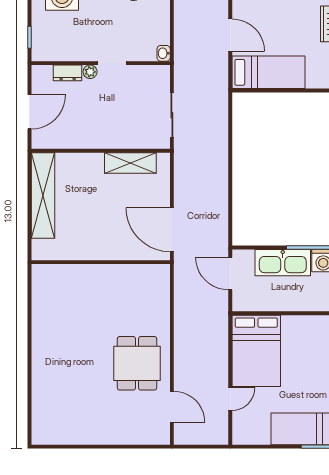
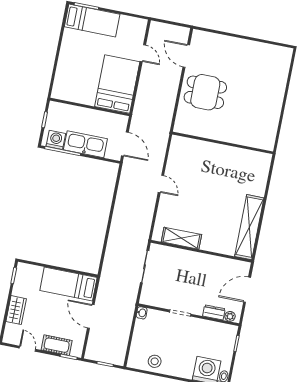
plant: (90, 72) -> (230, 316), moved
door: (172, 230) -> (161, 184), width x0.53
wall: (101, 262) -> (223, 143), moved
dining table: (137, 363) -> (205, 92), turned 90
door: (230, 399) -> (143, 53), swing flipped

